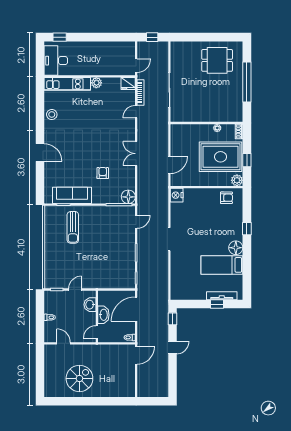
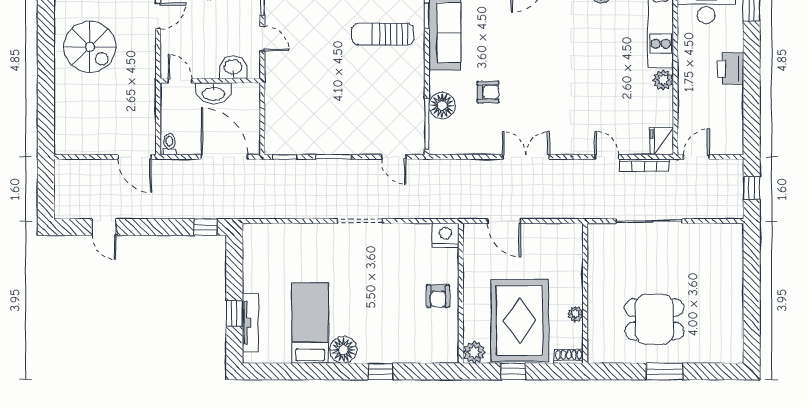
printer: (91, 48) -> (731, 69), added
dining table: (217, 60) -> (654, 319), moved, turned 90
door: (136, 66) -> (696, 157), swing flipped
window: (247, 82) -> (665, 371), width x0.47
floor lamp: (128, 197) -> (442, 106), moved
armchair: (226, 198) -> (438, 296), moved
door: (172, 348) -> (104, 227), moved

